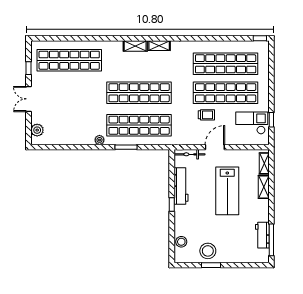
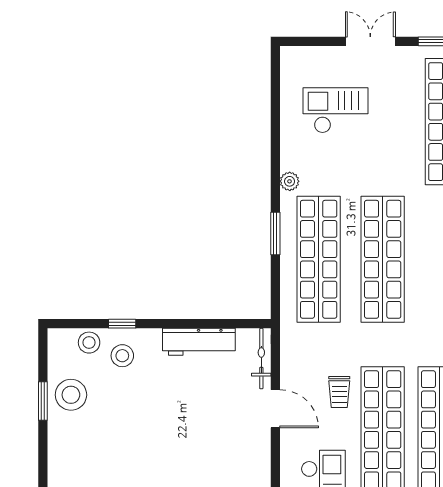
checkout: (63, 117) -> (335, 110), added
plant: (37, 130) -> (309, 58), removed
lab bench: (227, 191) -> (189, 433), removed
window: (172, 205) -> (122, 324), moved
stool: (188, 225) -> (122, 356), added

